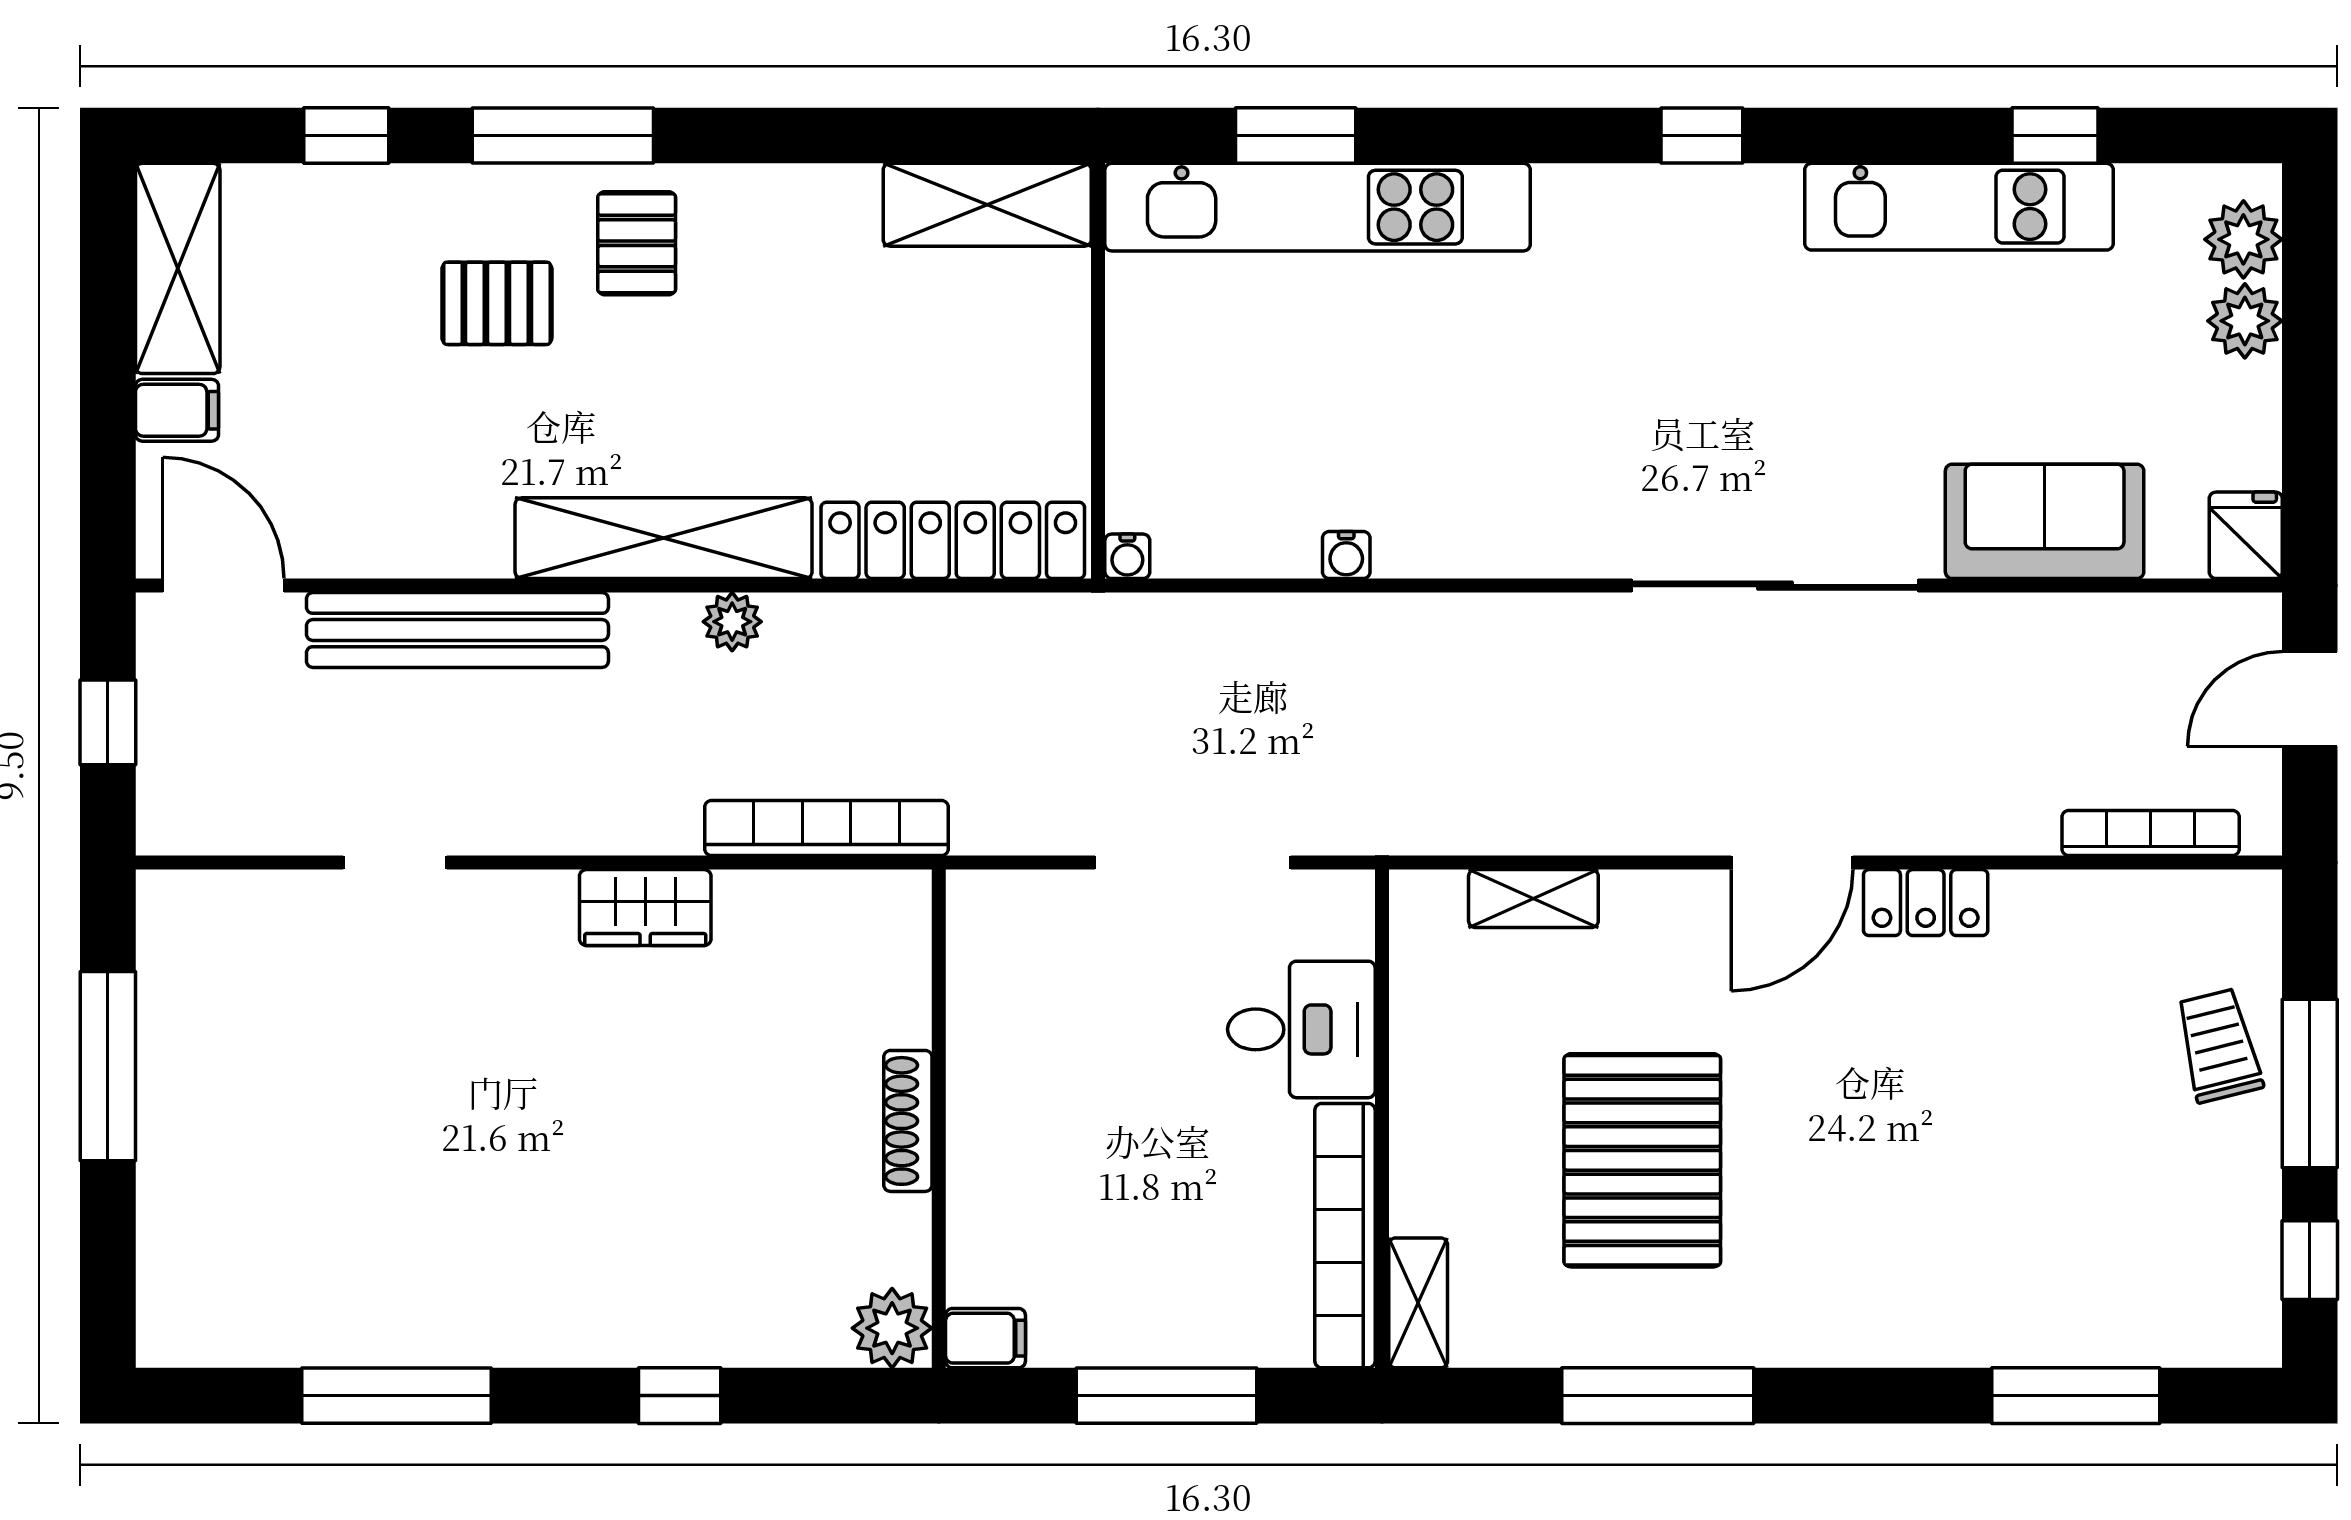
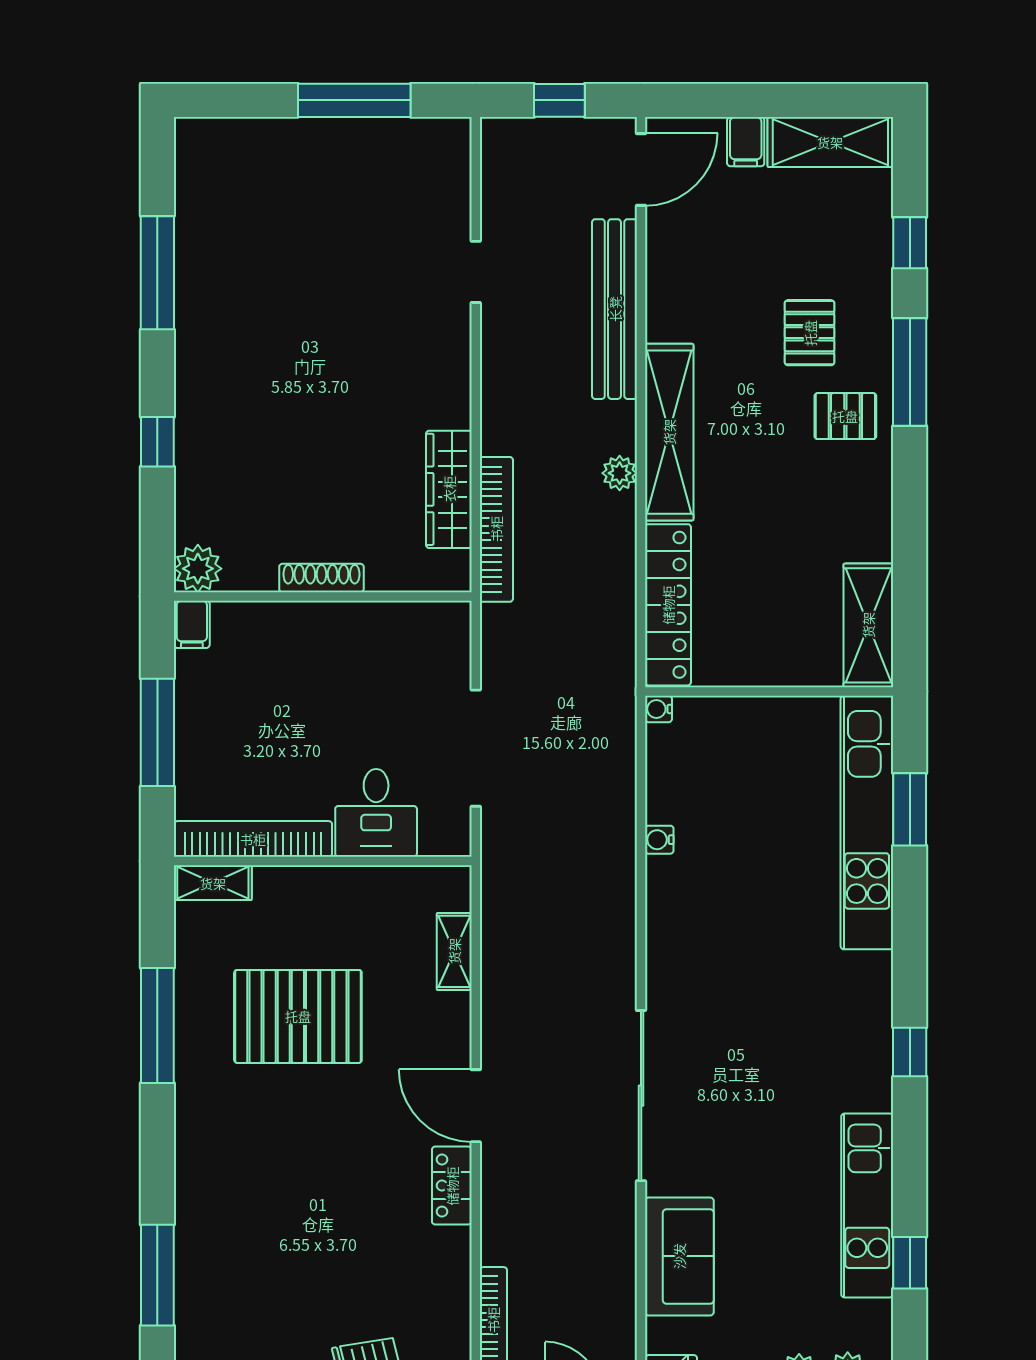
wardrobe: (645, 908) -> (449, 489), moved, width x1.50

